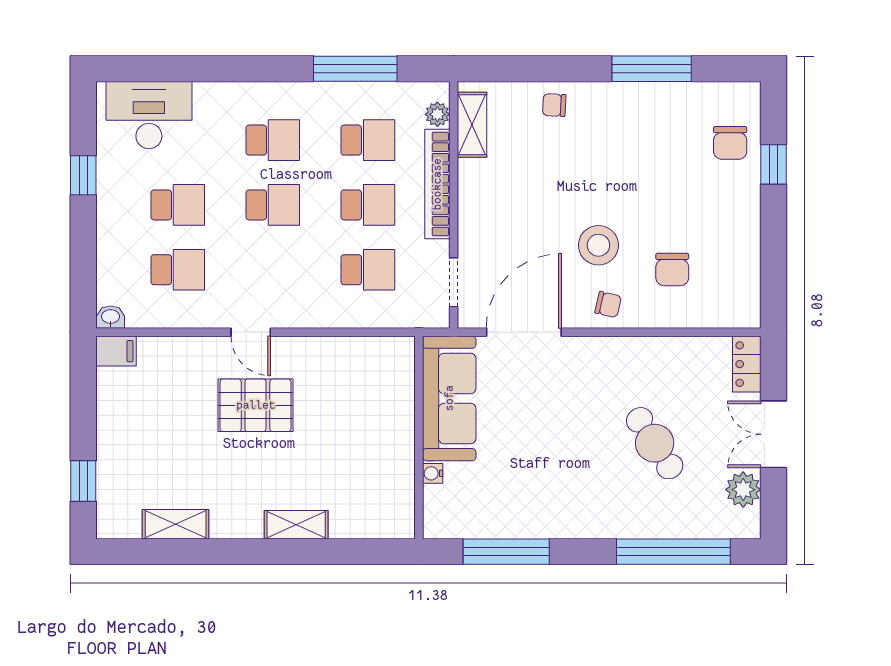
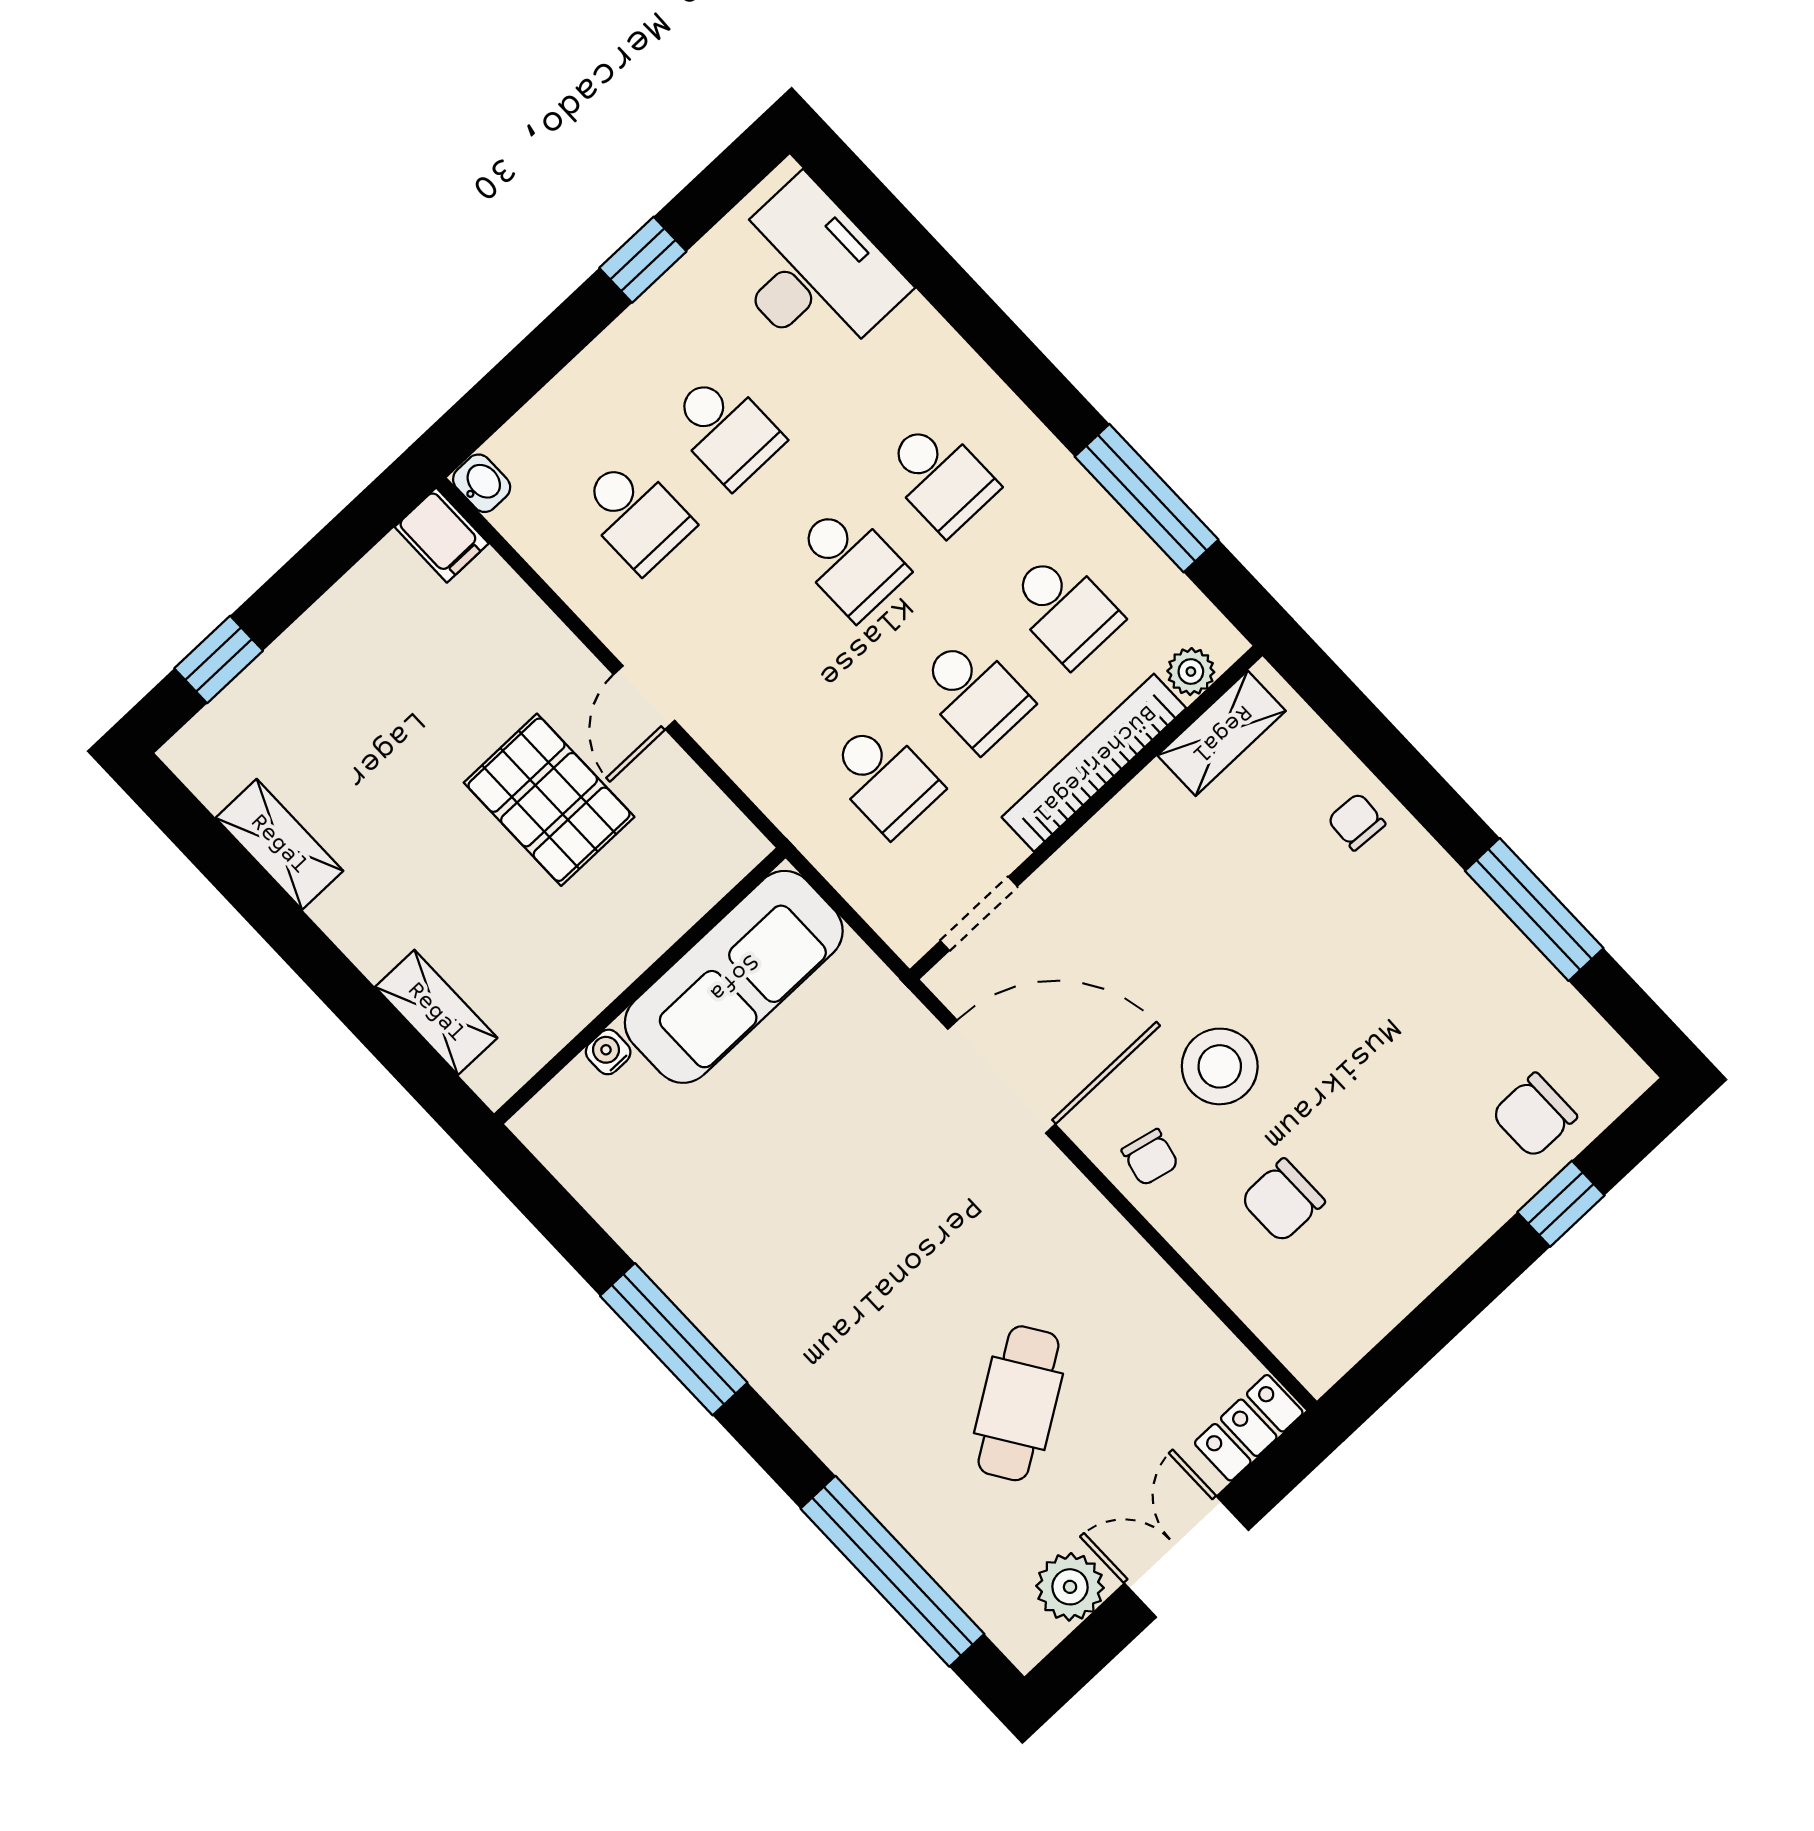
sofa: (449, 398) -> (734, 977), moved
wall: (419, 438) -> (640, 986), moved
water cooler: (433, 473) -> (608, 1052), moved

